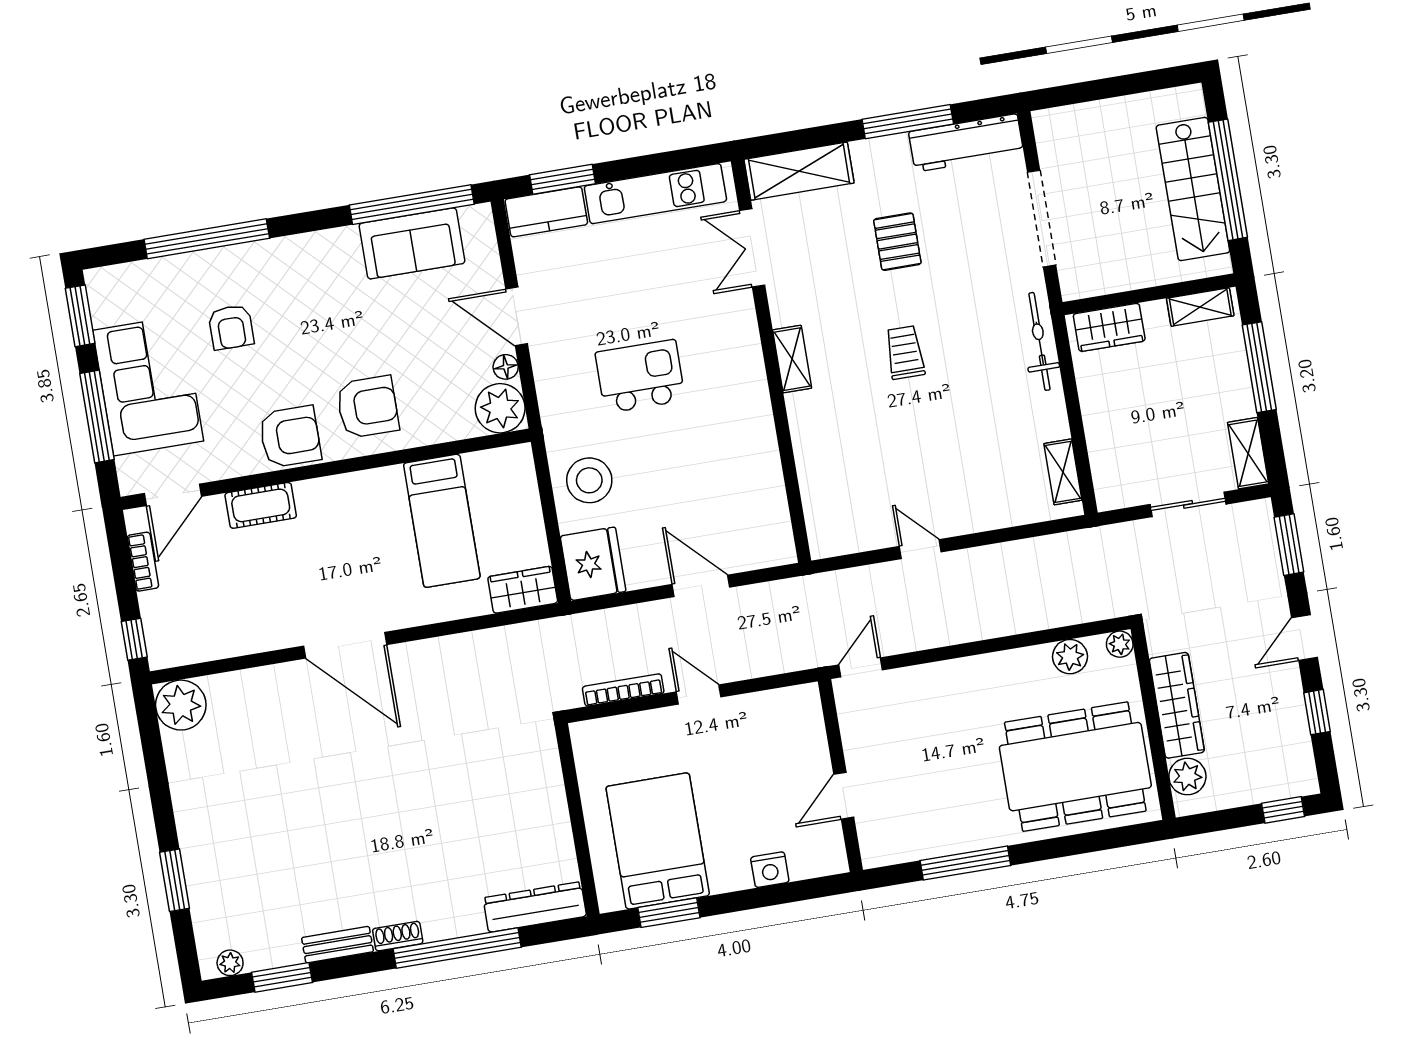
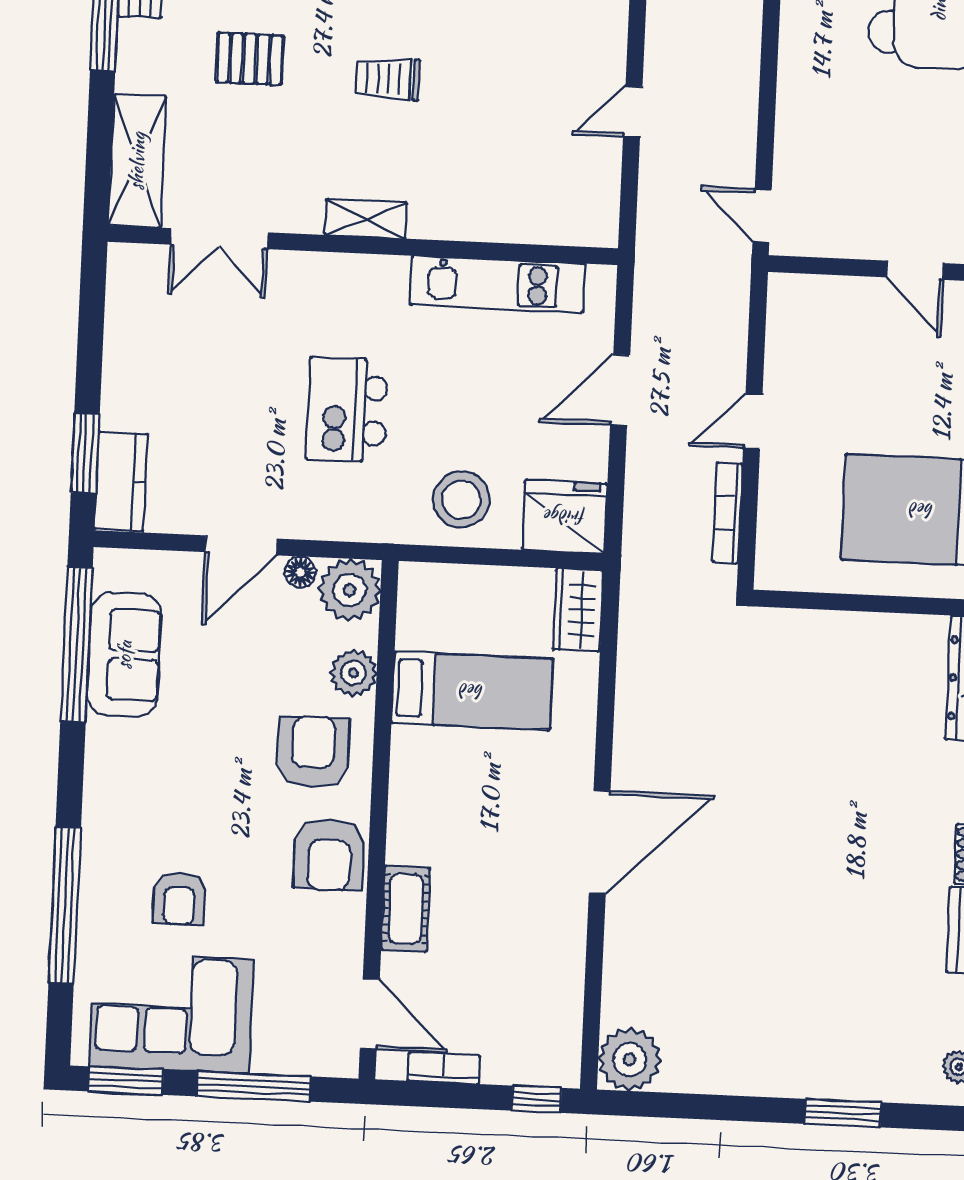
kitchen unit: (655, 194) -> (498, 284), moved, turned 90
armchair: (231, 327) -> (179, 898), turned 90
corner sofa: (148, 386) -> (172, 1013), moved
plant: (436, 425) -> (353, 673), added
armchair: (290, 437) -> (329, 855), turned 180

